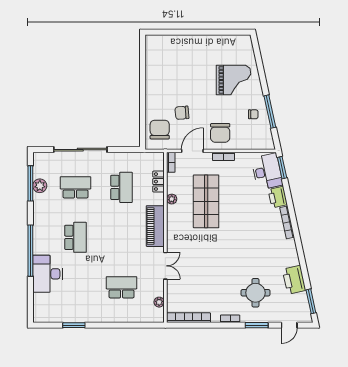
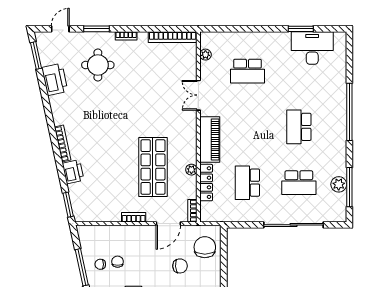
chair: (160, 130) -> (205, 247), turned 180
chair: (220, 133) -> (118, 262), moved, width x0.54, depth x0.54
desk: (267, 172) -> (85, 200), removed
locker: (159, 182) -> (206, 183), width x1.53
desk: (47, 274) -> (312, 48), moved, turned -90

